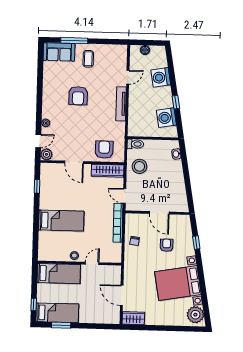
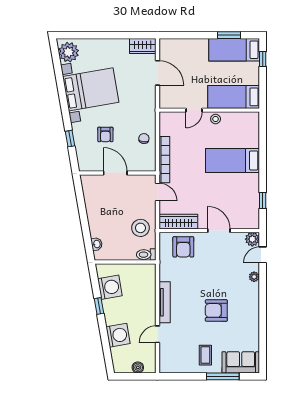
armchair: (78, 96) -> (216, 310), turned -90

